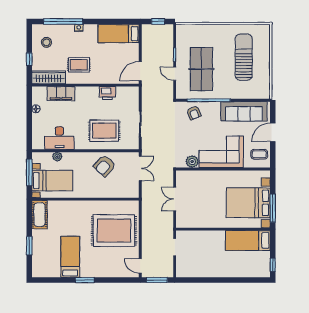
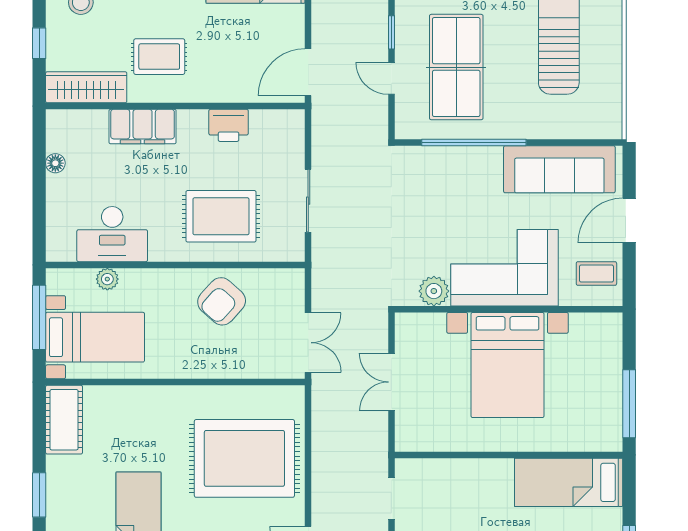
filing cabinet: (61, 94) -> (143, 127), moved
armchair: (194, 113) -> (438, 173), removed
double door: (140, 168) -> (308, 343), moved
bed with nightstands: (248, 203) -> (507, 365), moved, turned -90

